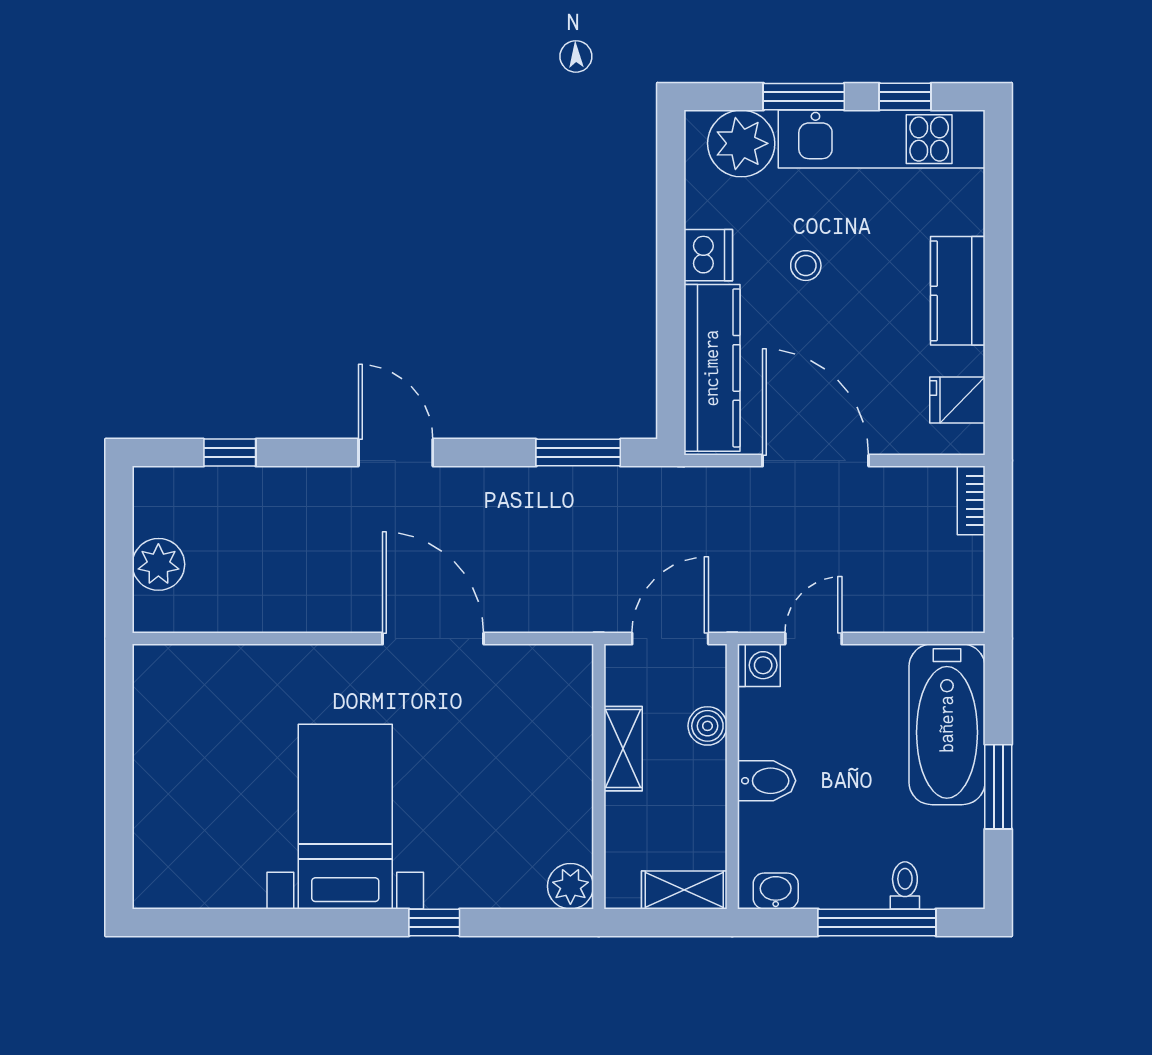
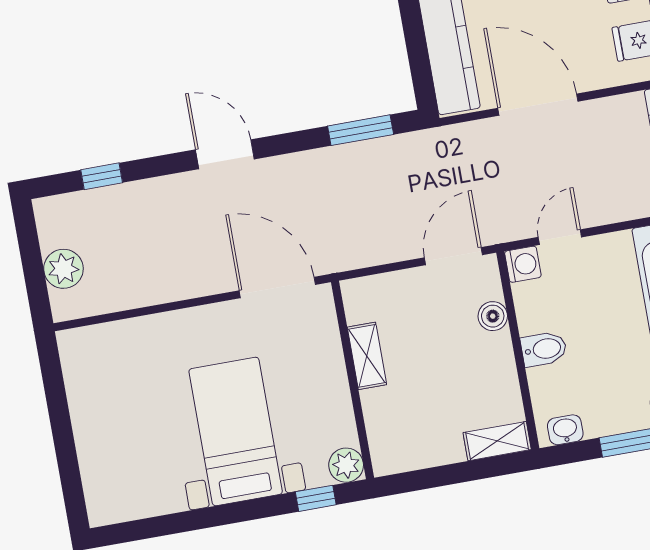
shelving: (623, 749) -> (367, 356), moved
wall: (599, 776) -> (352, 380), moved
plant: (570, 886) -> (346, 465), moved

